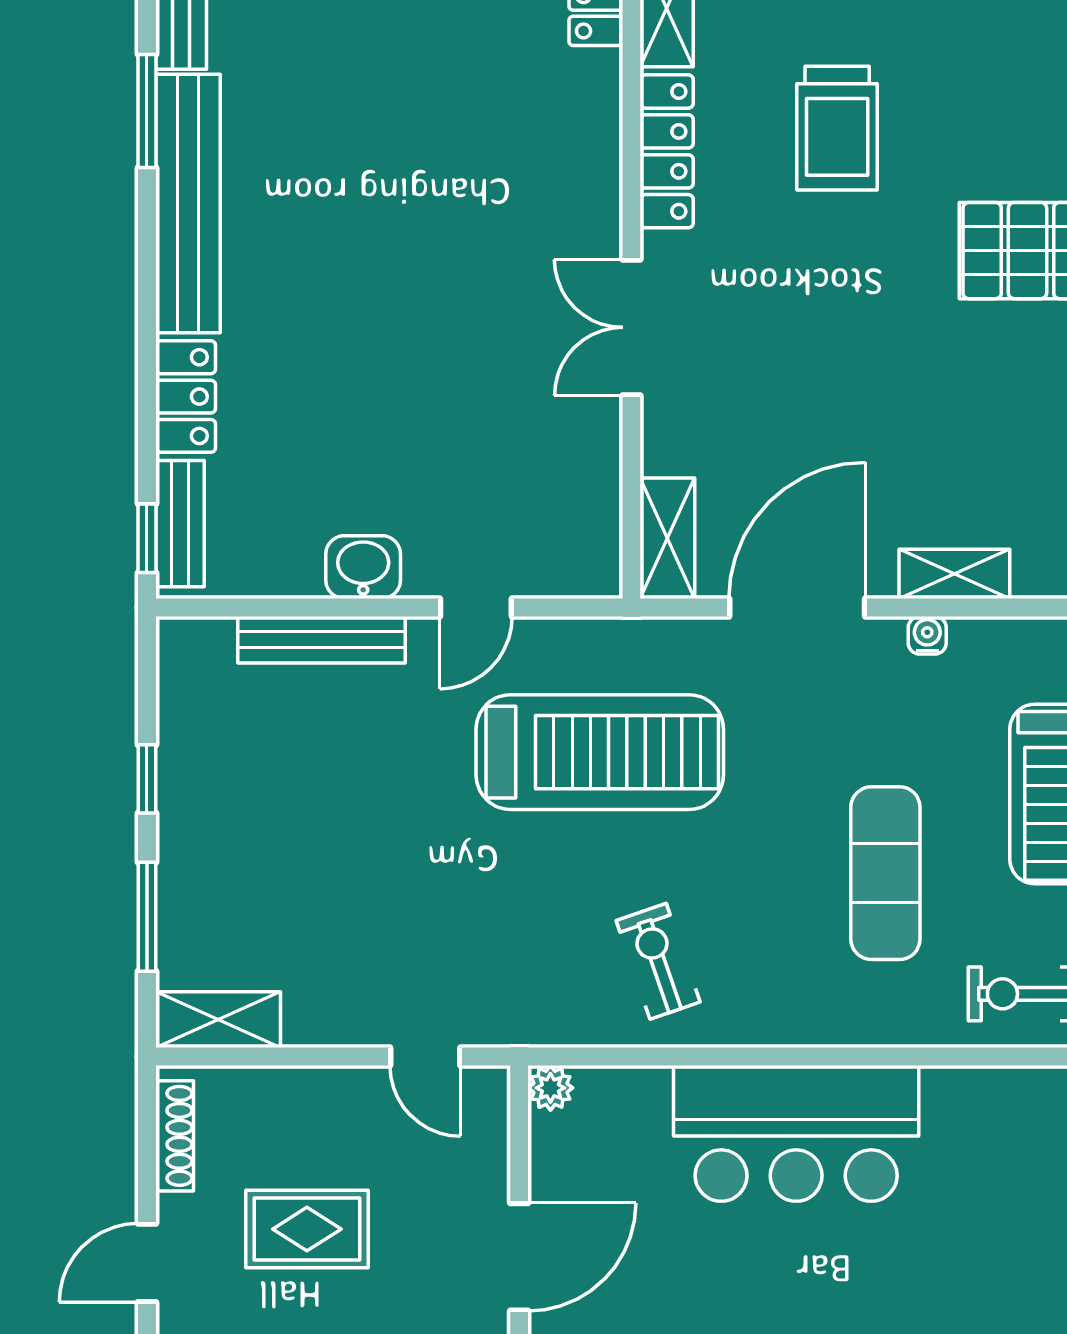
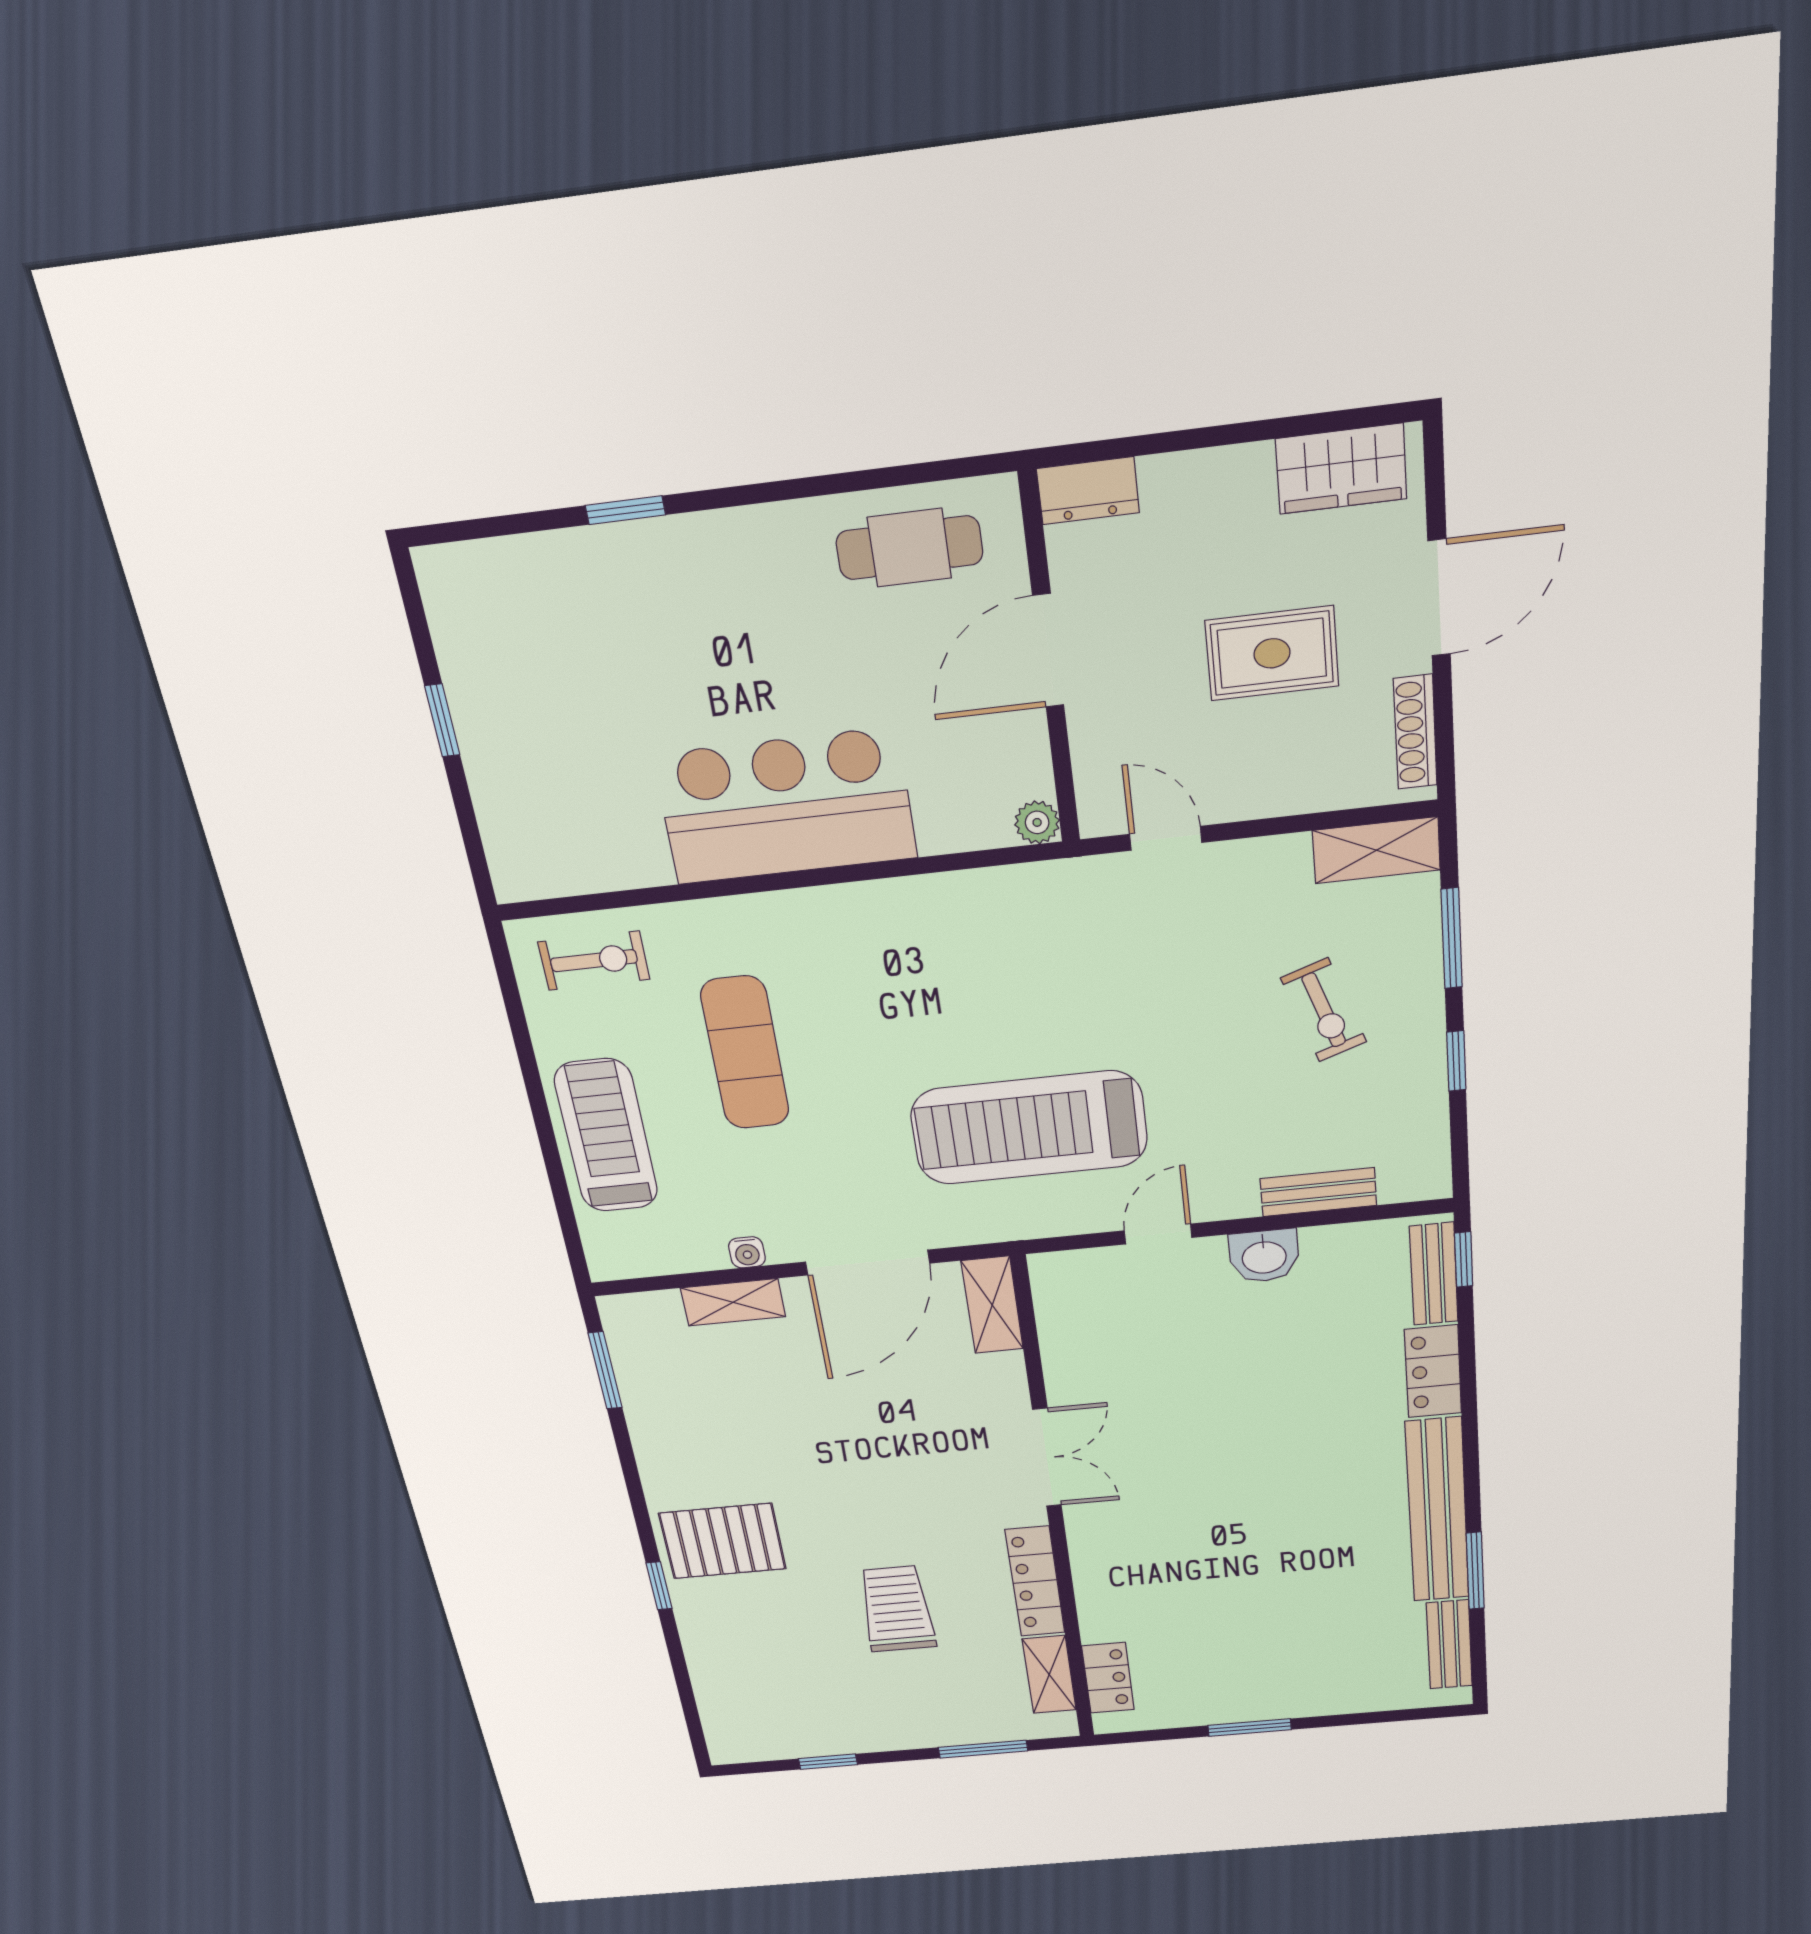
bench: (322, 640) -> (1318, 1192), width x0.73
exercise bike: (658, 961) -> (1324, 1010), moved
door: (147, 1263) -> (1439, 598), width x1.38

